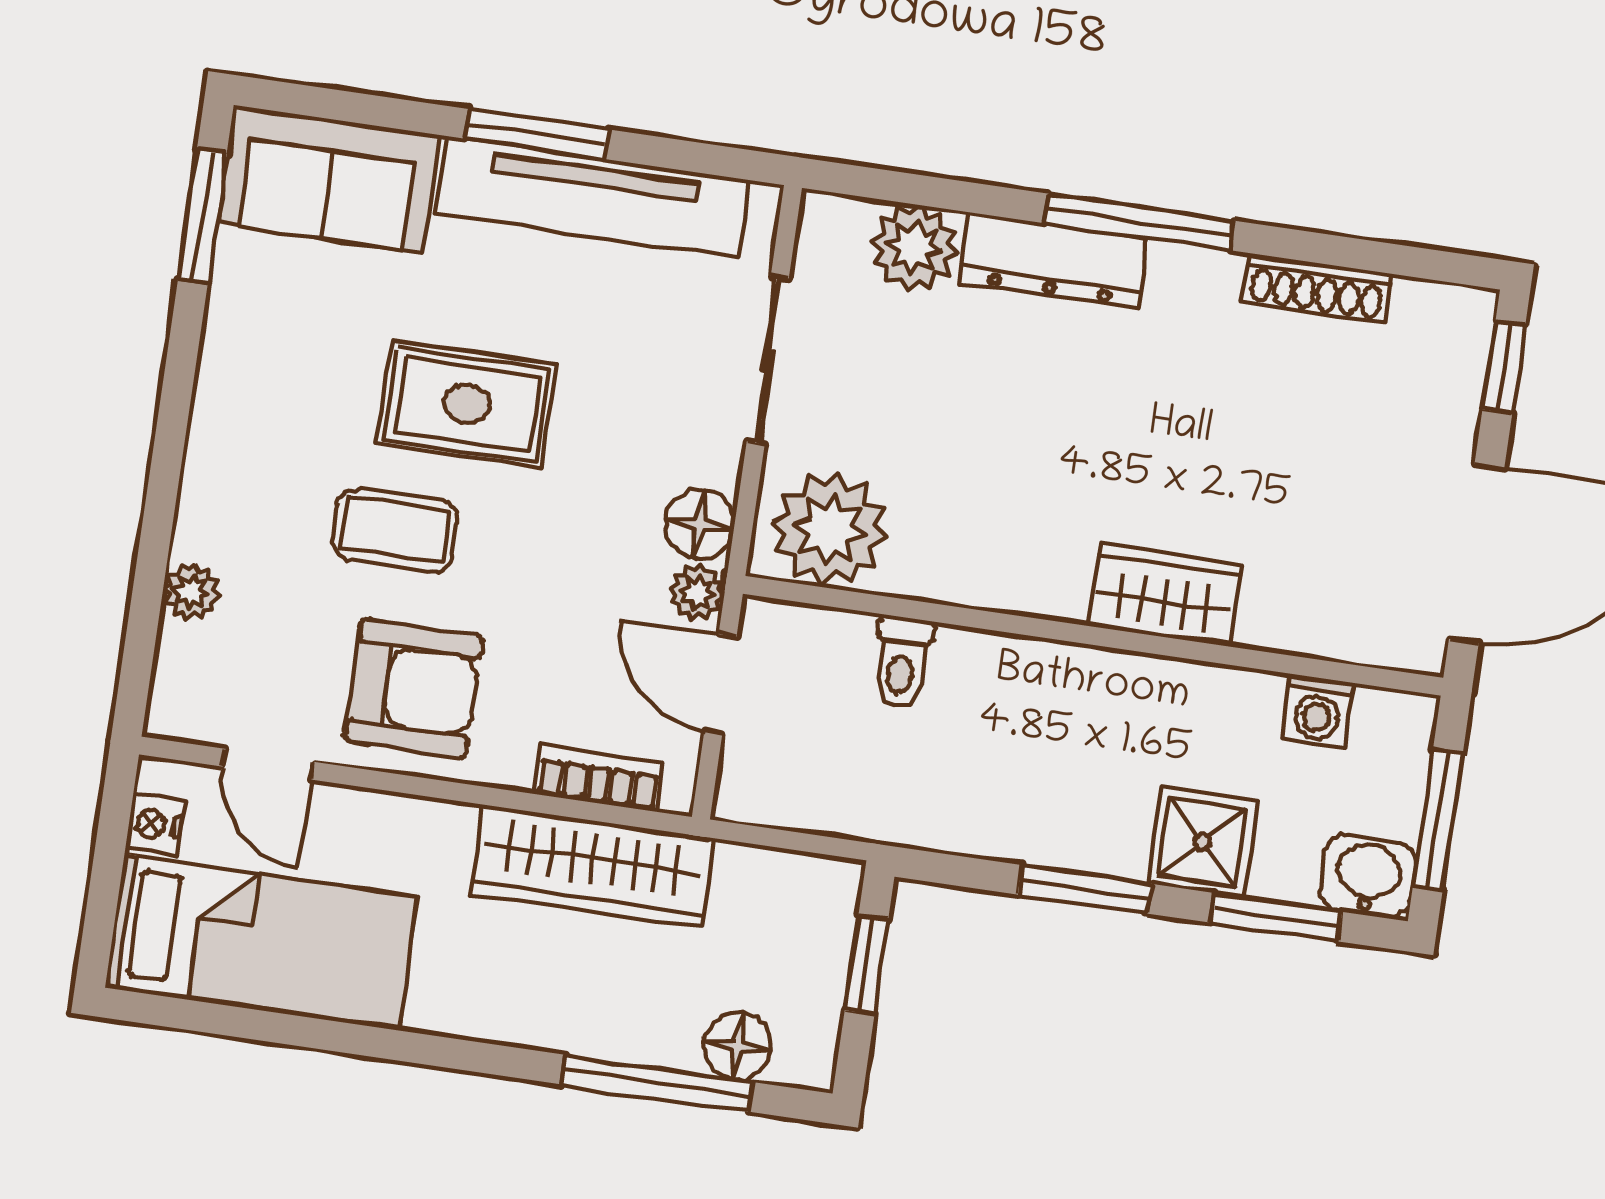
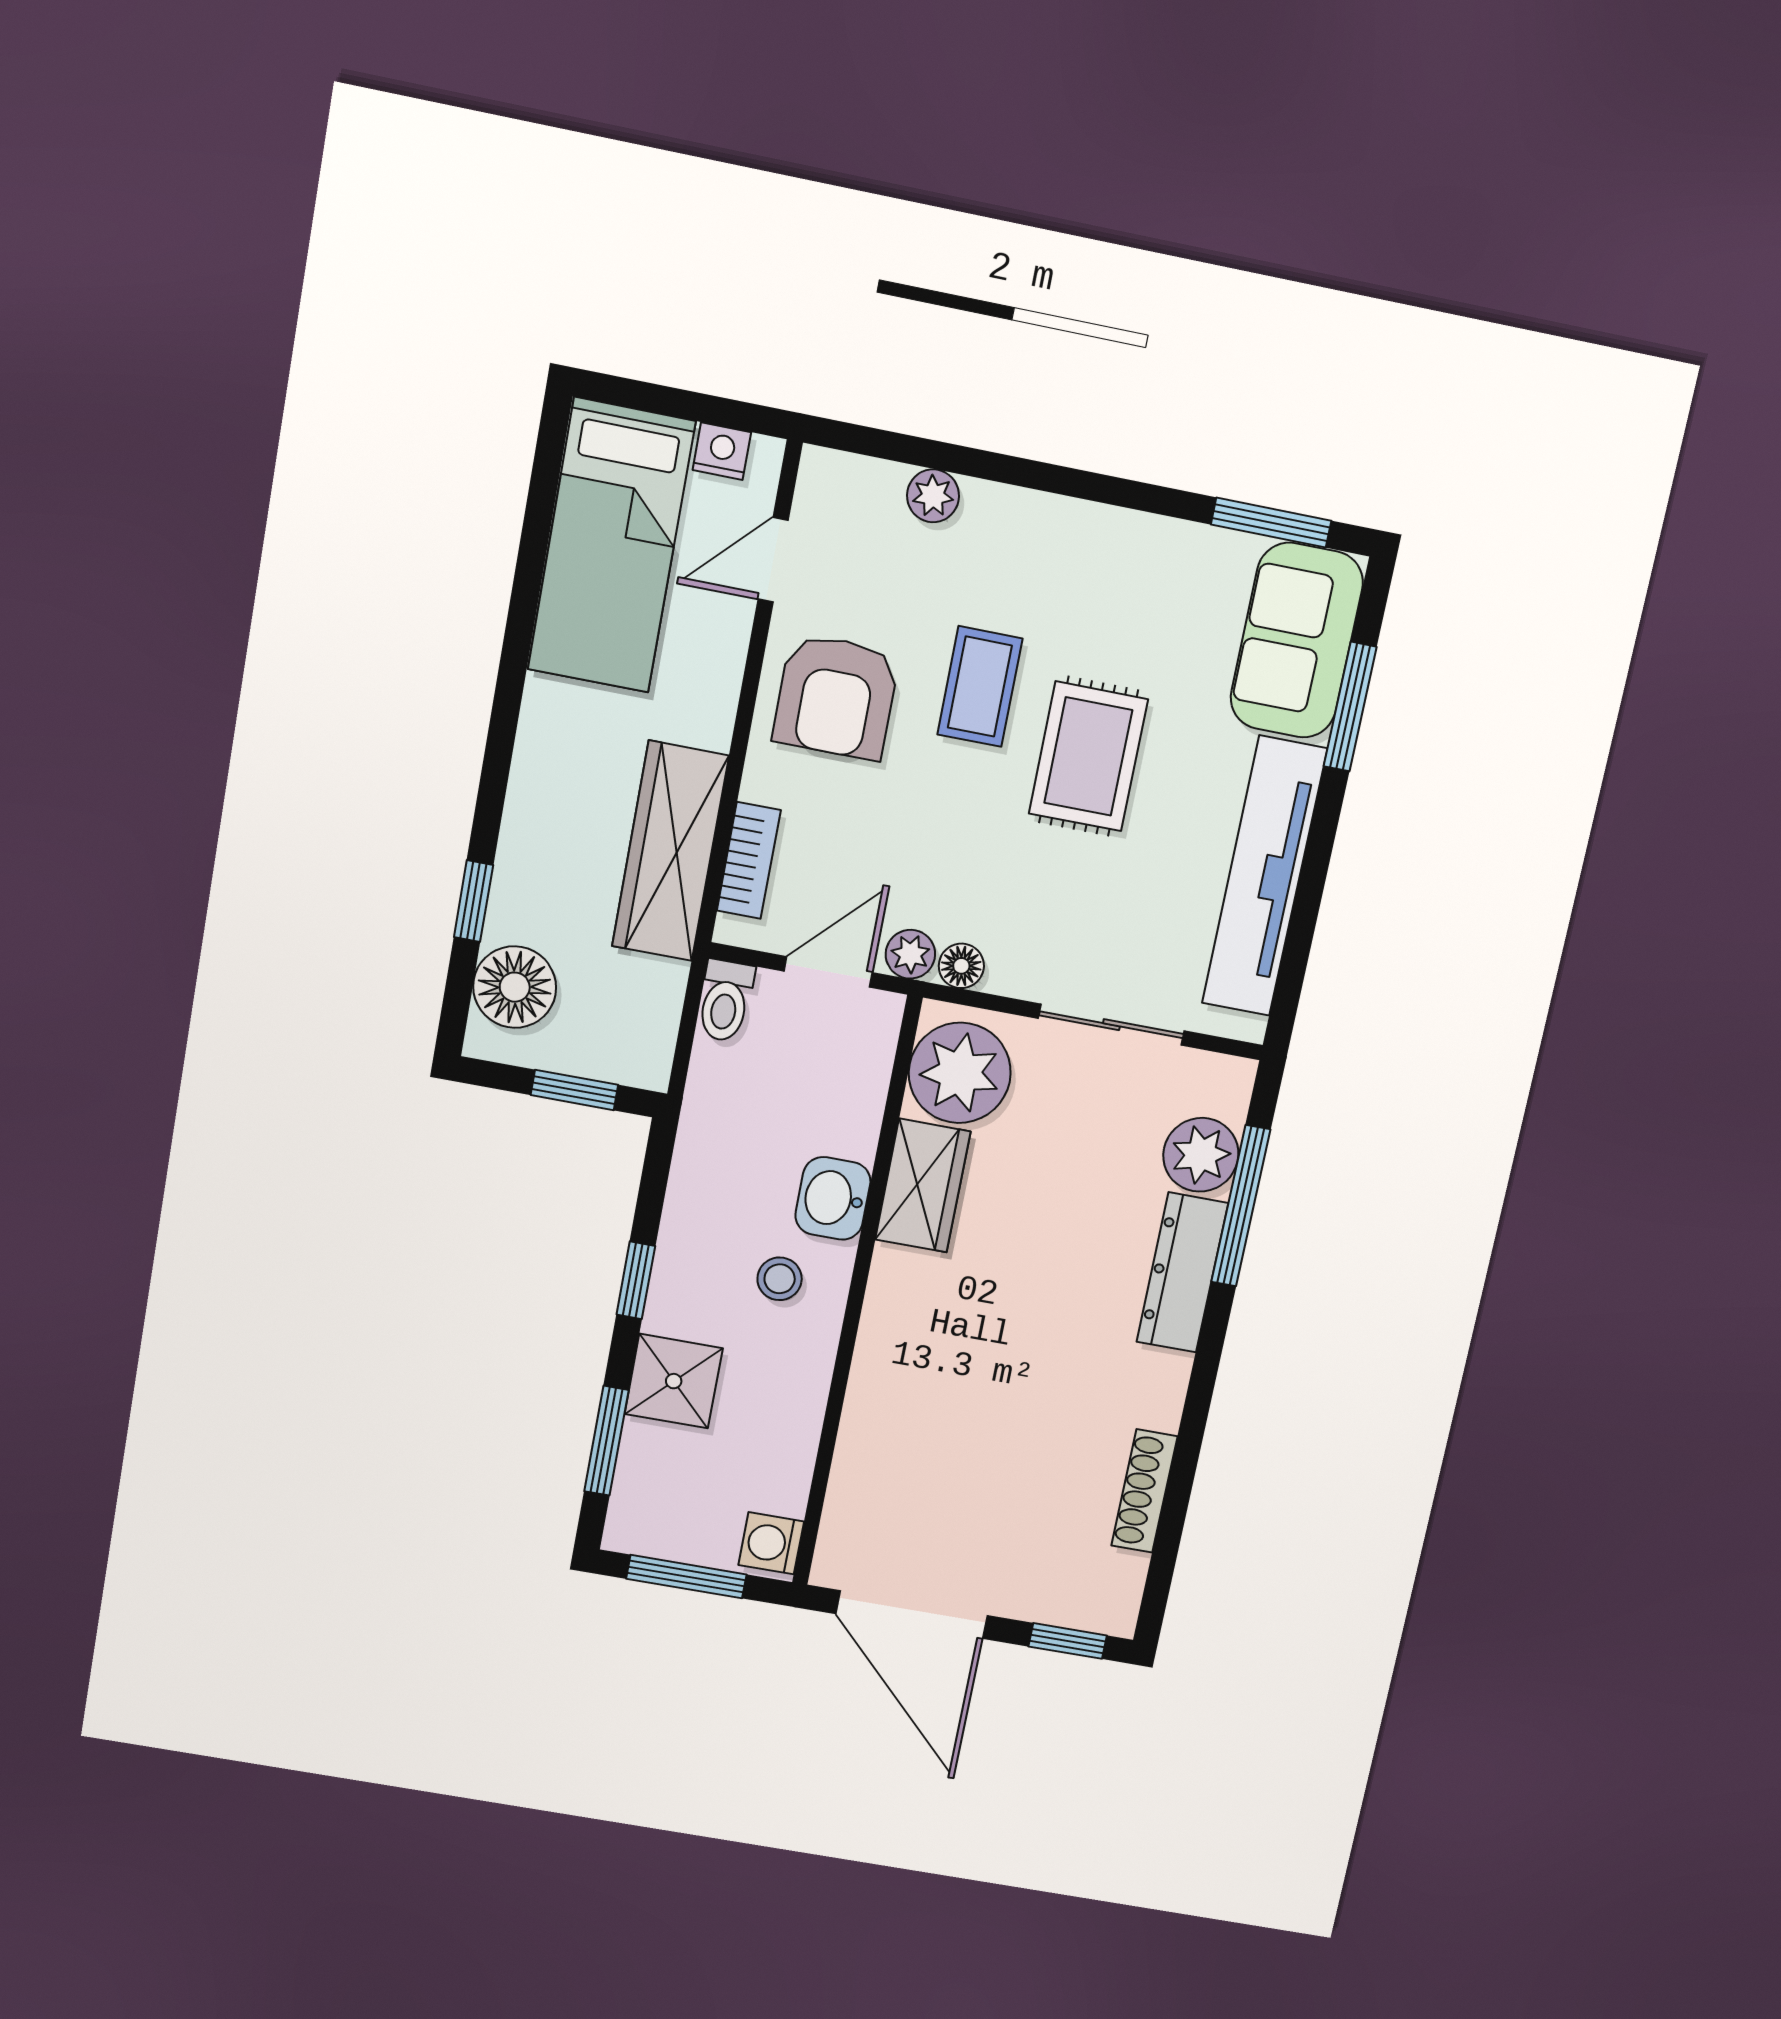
window: (536, 134) -> (1350, 707), moved
window: (1139, 222) -> (1241, 1206), moved
floor lamp: (700, 524) -> (961, 966), width x0.73, depth x0.73
wardrobe: (1165, 595) -> (923, 1186), moved
toilet: (901, 662) -> (725, 1001), moved, turned -90
washing machine: (1317, 711) -> (771, 1543), moved
stool: (1077, 725) -> (780, 1279), added
washbasin: (1368, 876) -> (833, 1198), moved, turned 180
window: (1085, 889) -> (636, 1280), width x0.67
floor lamp: (738, 1046) -> (515, 987), width x1.38, depth x1.38
window: (657, 1083) -> (473, 901), width x0.46

